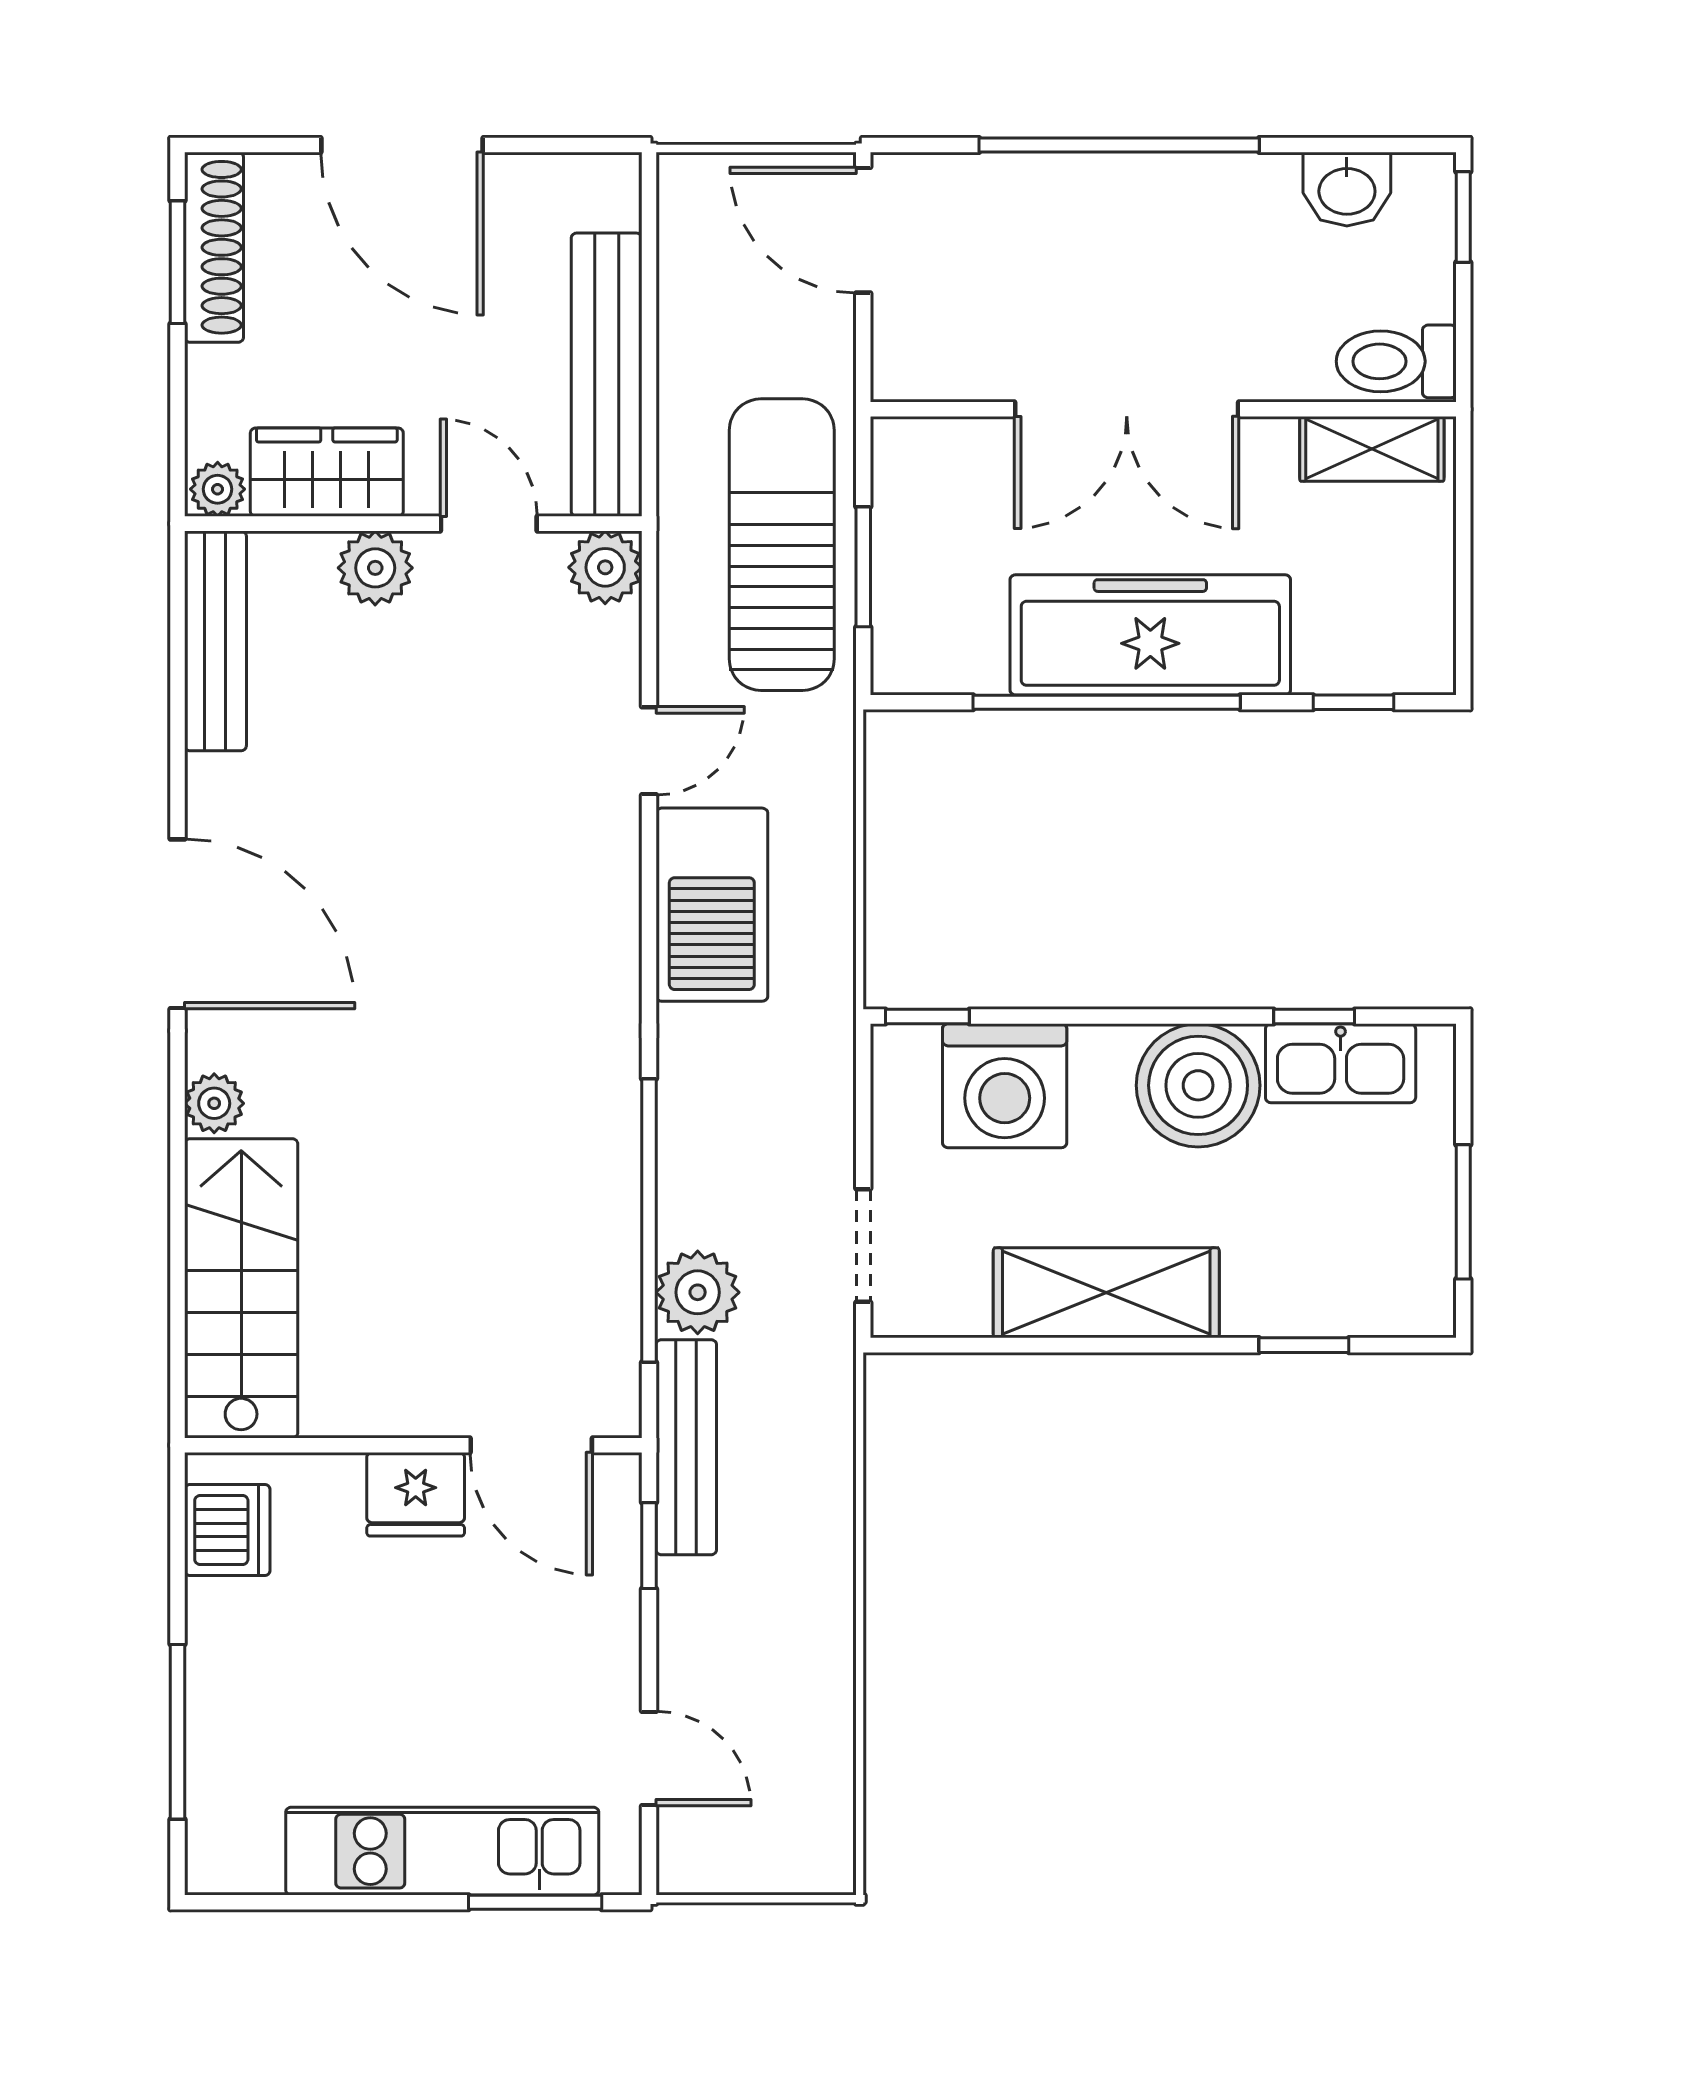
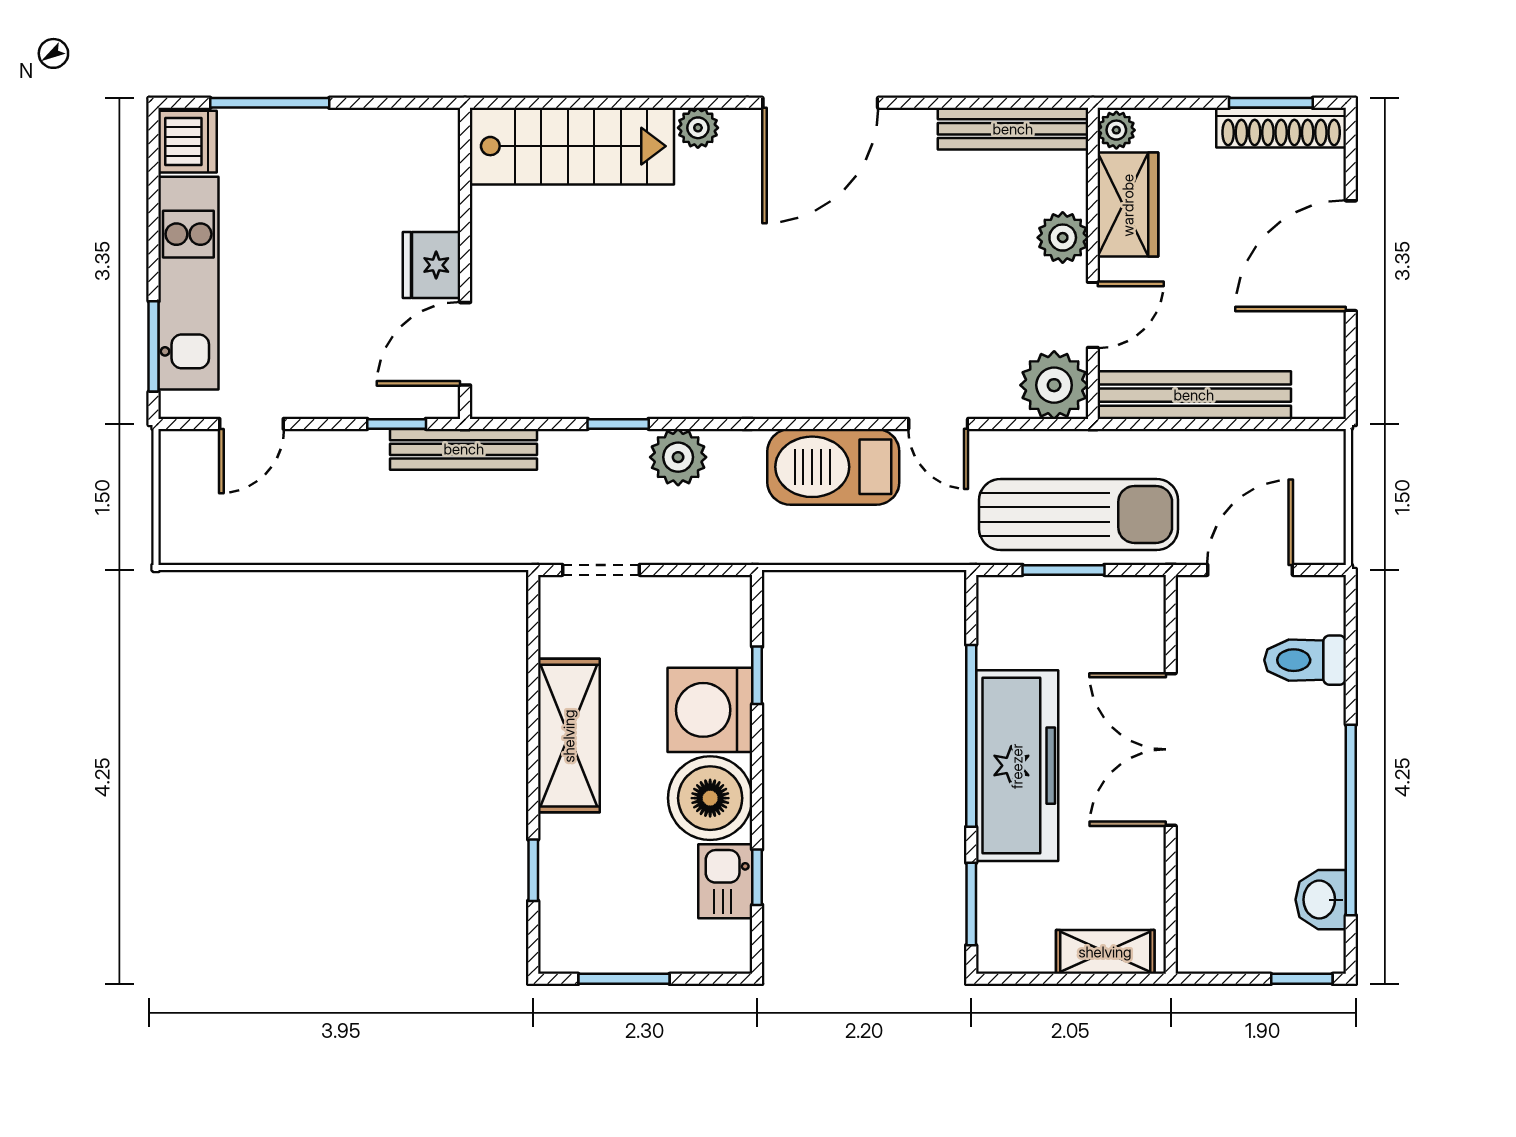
window: (1119, 145) -> (1351, 820), moved
door: (863, 230) -> (1250, 570), moved
toilet: (1396, 361) -> (1305, 660), moved, turned -90
shelving: (1372, 449) -> (1105, 952), moved, turned 90
plant: (605, 567) -> (1054, 385), width x1.36, depth x1.36
window: (1354, 702) -> (971, 904), width x1.50
window: (927, 1017) -> (757, 675), moved
kitchen sink: (1341, 1063) -> (725, 881), width x0.73
washing machine: (1005, 1086) -> (710, 710), moved
window: (649, 1221) -> (618, 424), width x0.32
plant: (698, 1292) -> (678, 457), moved
dishwasher: (227, 1530) -> (188, 142), moved, turned -90

